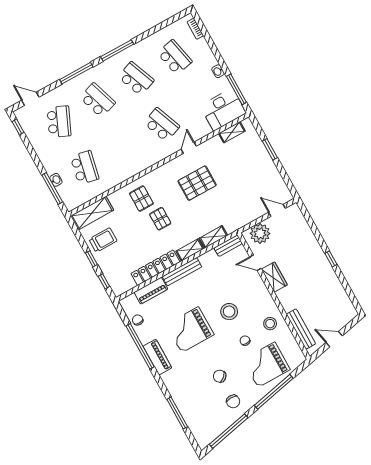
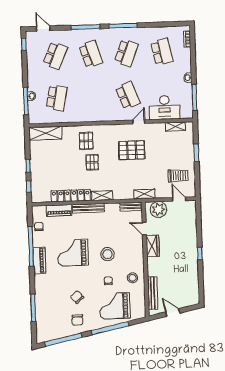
school desk: (136, 79) -> (126, 53), turned 42
desk: (223, 110) -> (164, 107), moved
shelving: (214, 237) -> (144, 194), moved
trolley: (103, 240) -> (178, 176), moved

